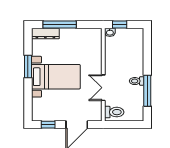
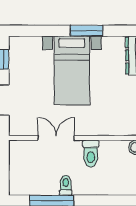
toilet: (114, 112) -> (91, 153), moved

